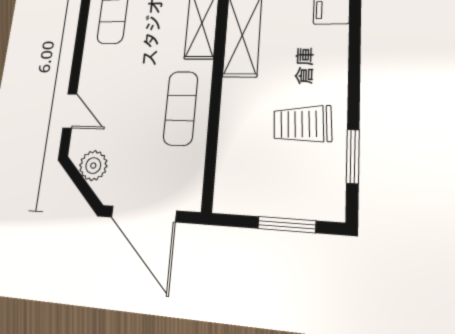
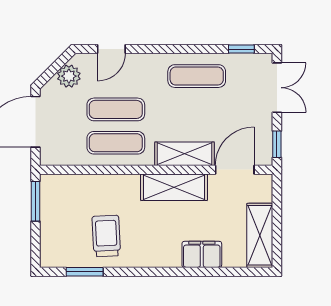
exercise mat: (140, 107) -> (116, 109), added
window: (287, 225) -> (36, 201), moved

